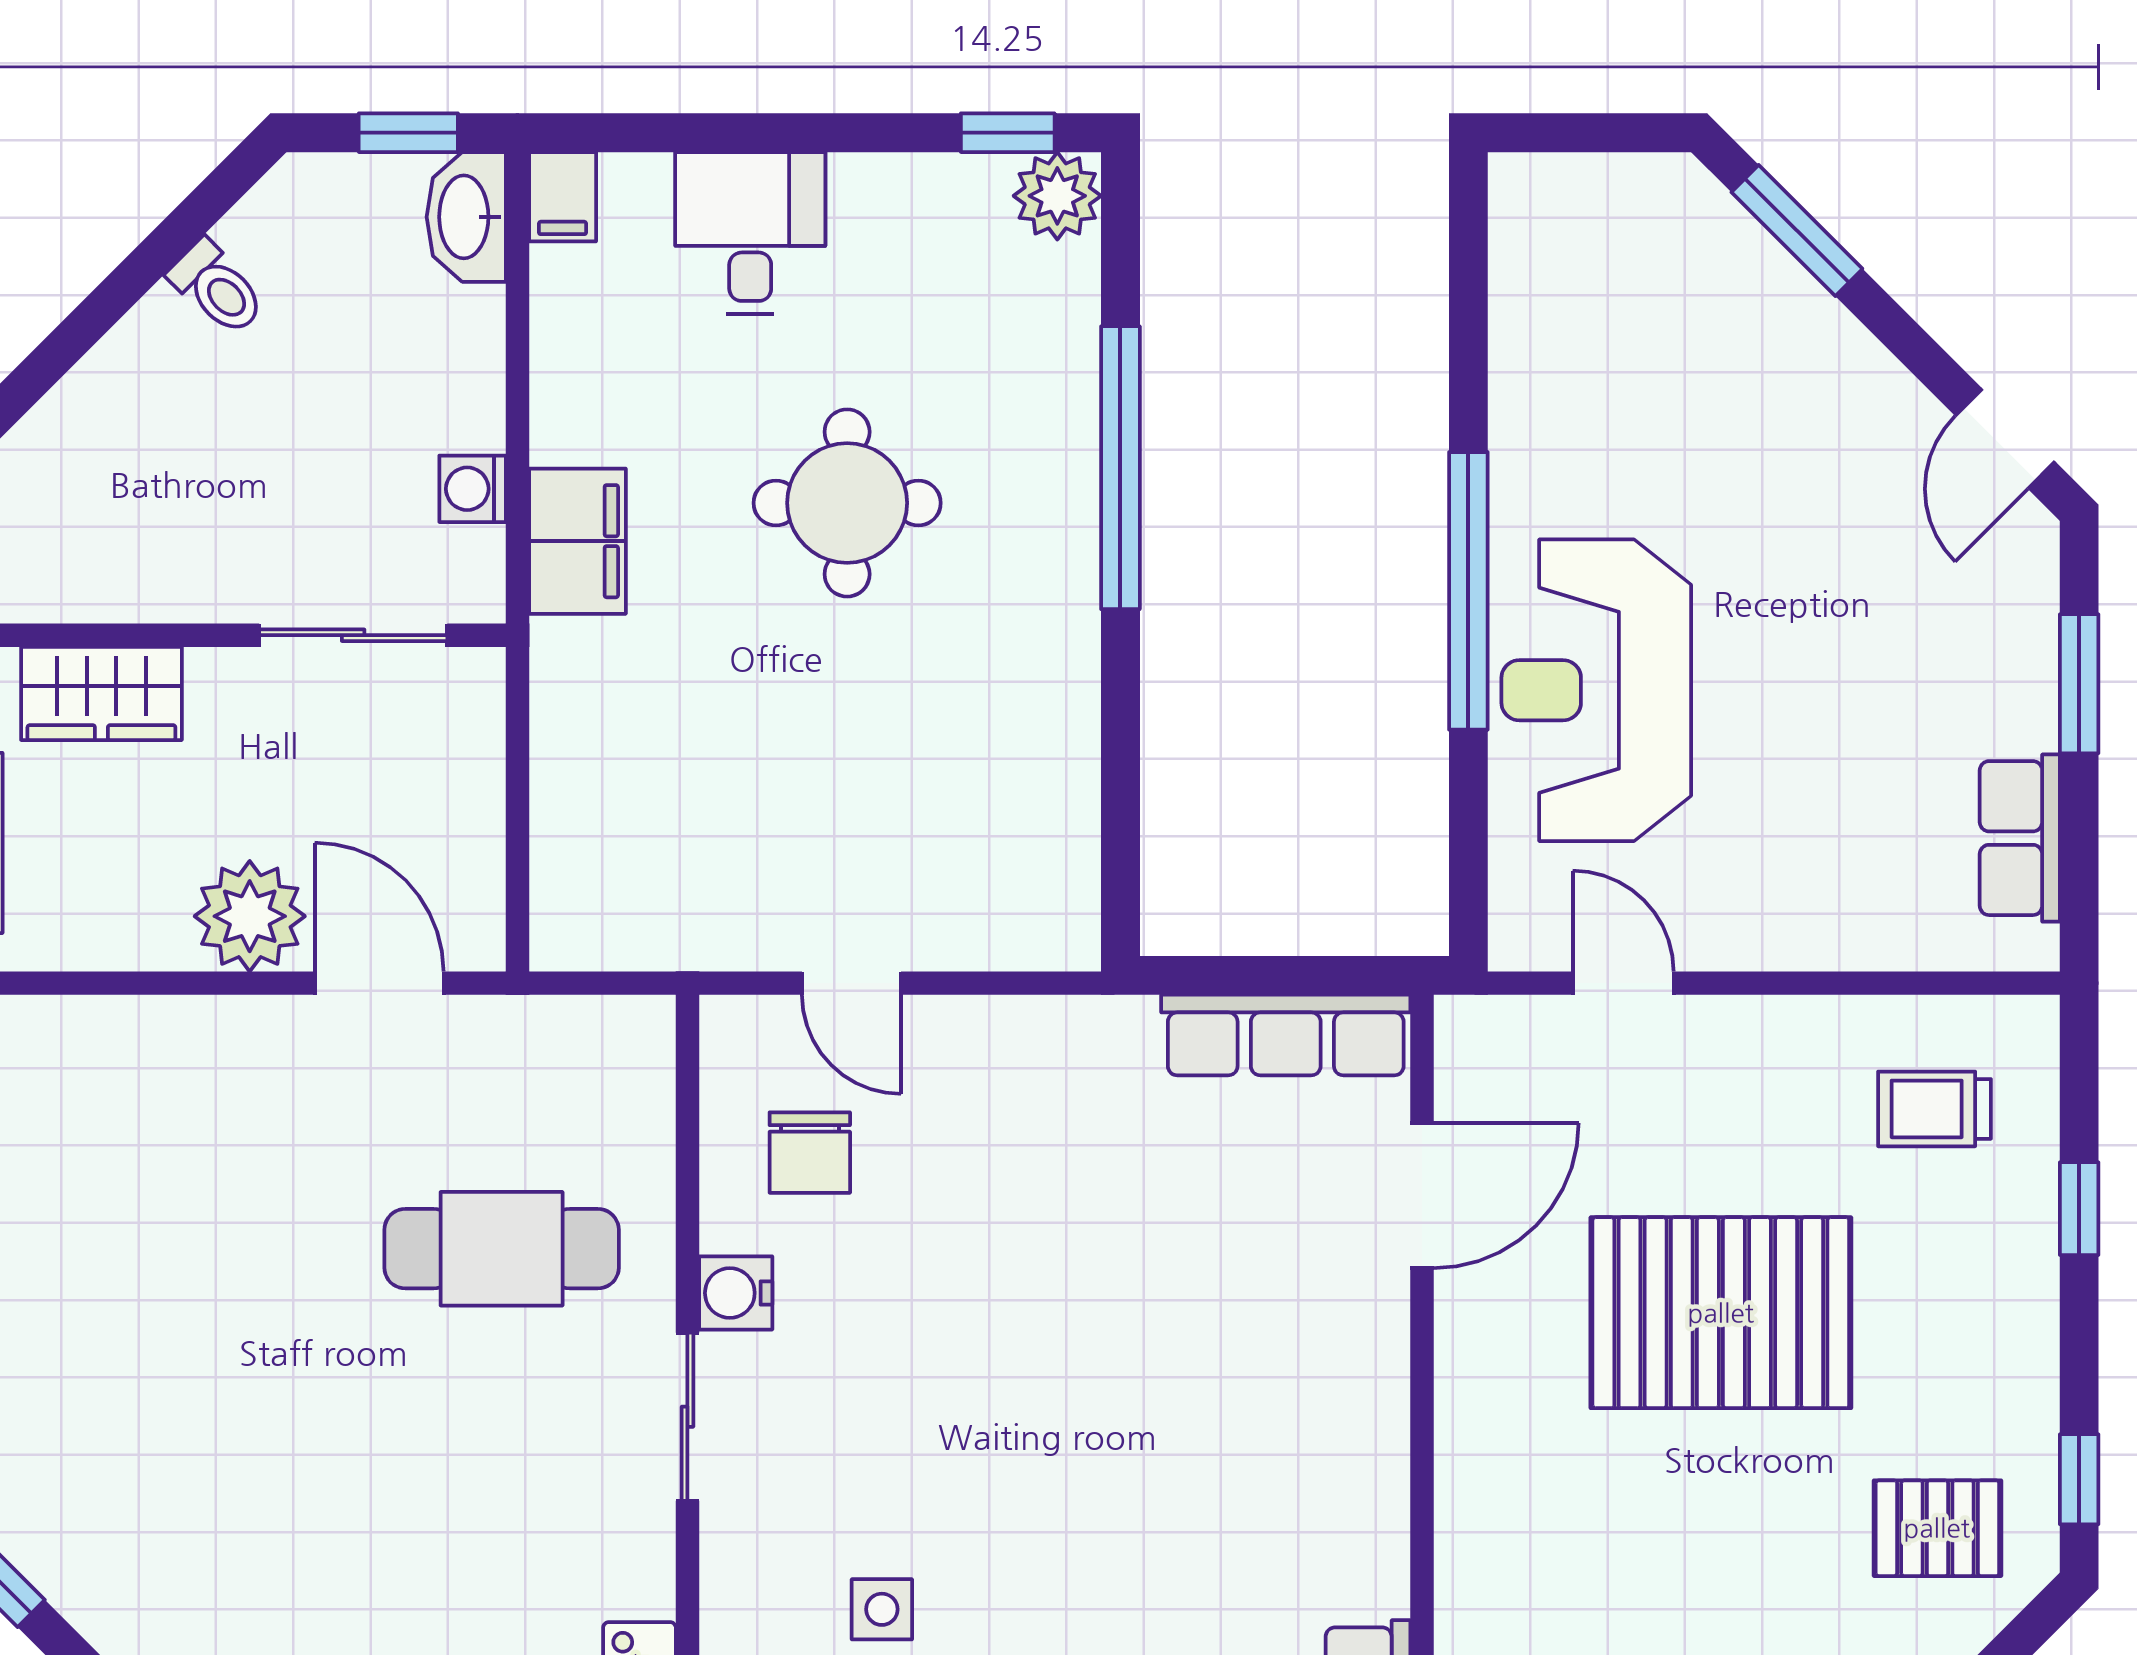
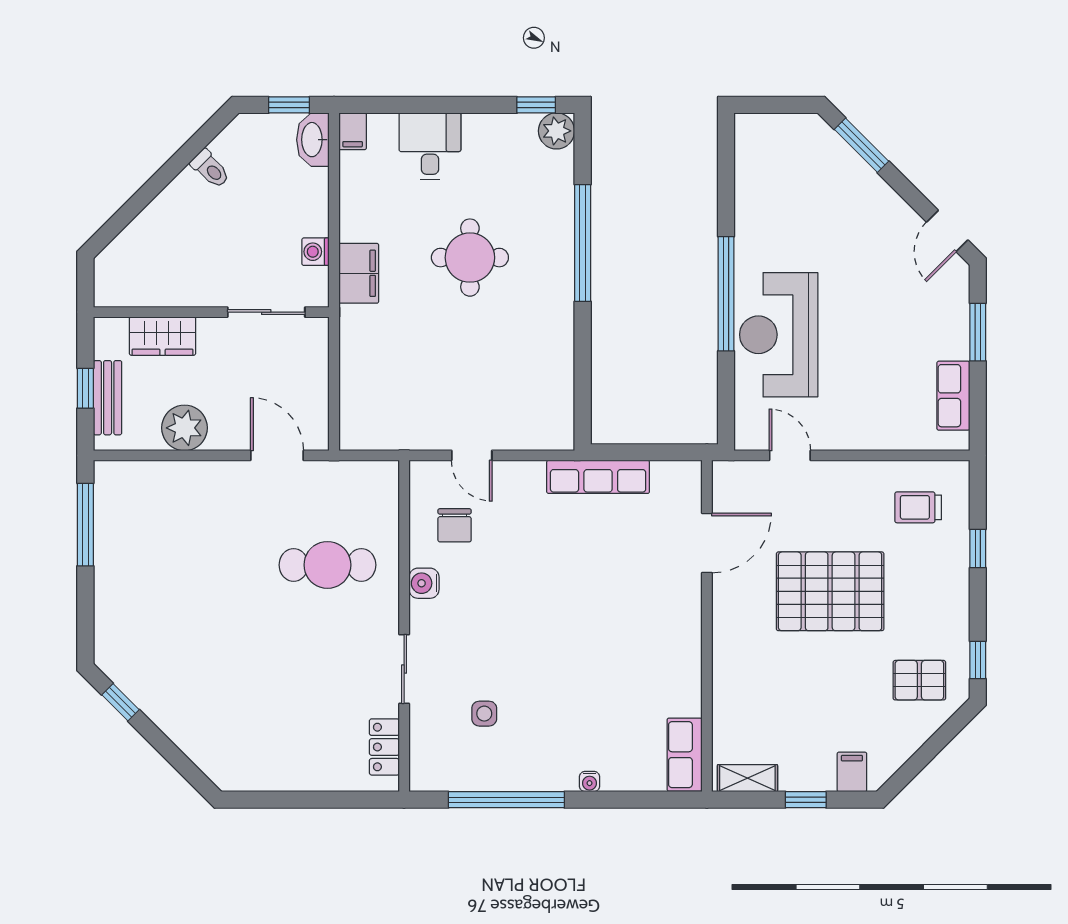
plant: (250, 916) -> (184, 428), moved
row of seats: (1286, 1035) -> (598, 477), moved
sliding door: (687, 1417) -> (404, 669), moved

